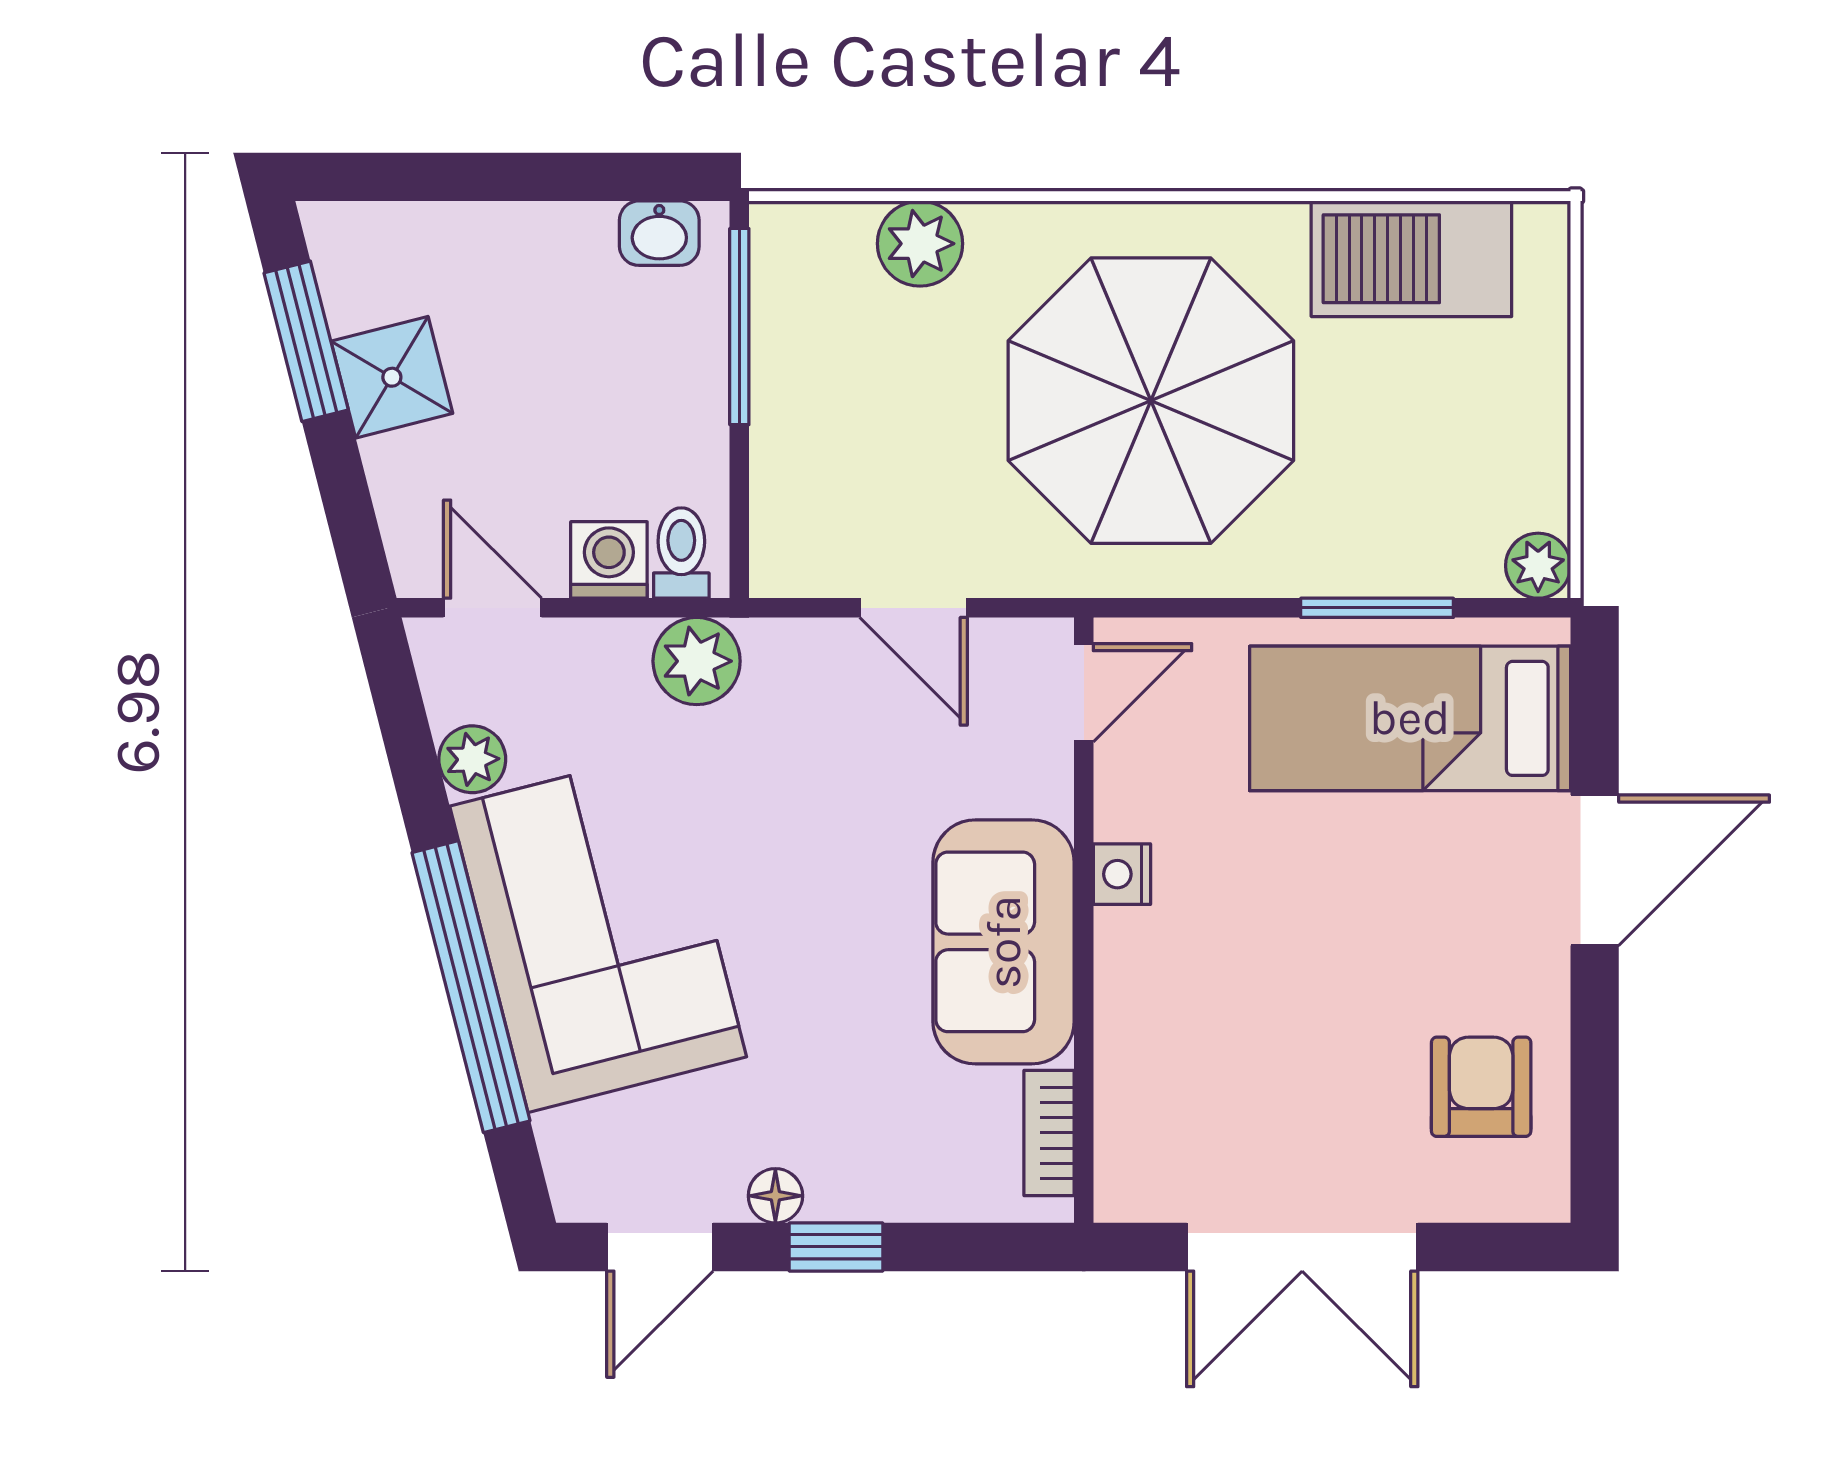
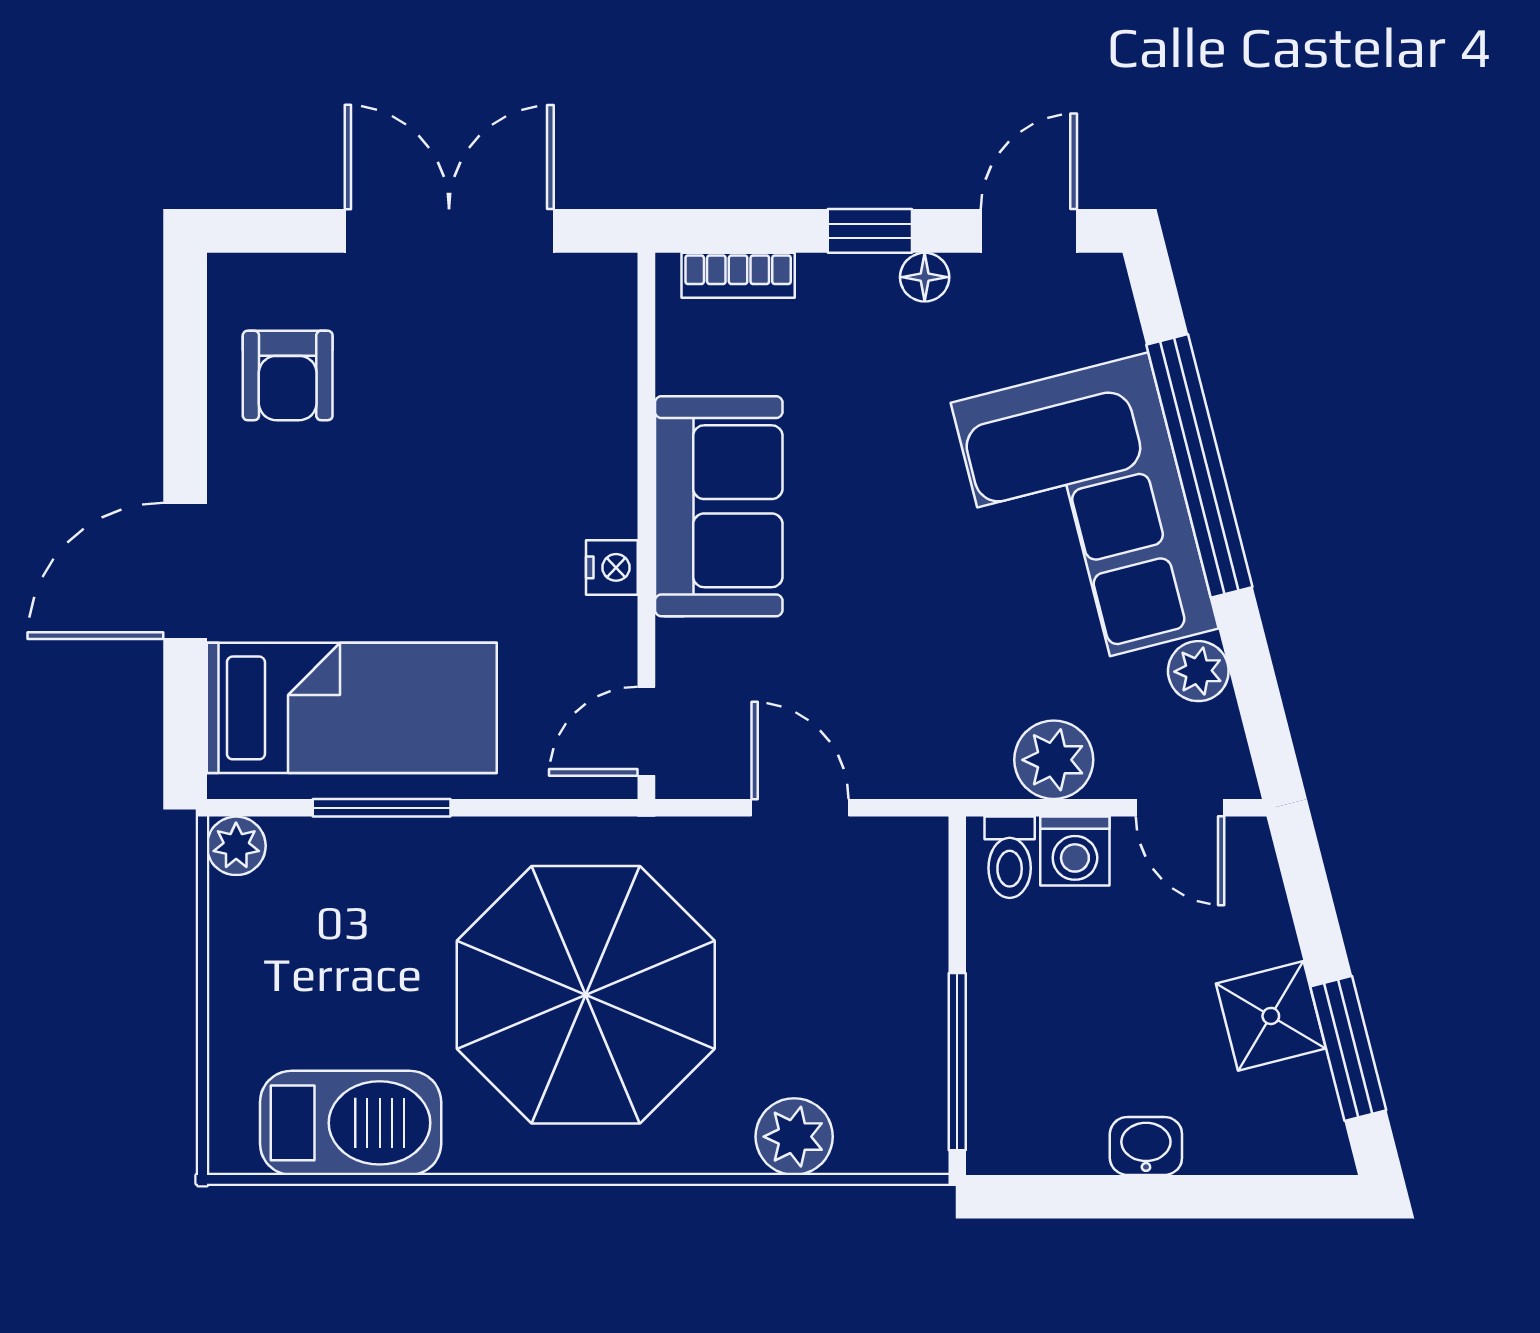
washbasin: (659, 233) -> (1146, 1146), moved
plant: (697, 661) -> (1054, 760), moved
bookcase: (1049, 1133) -> (738, 275), moved, turned 90

